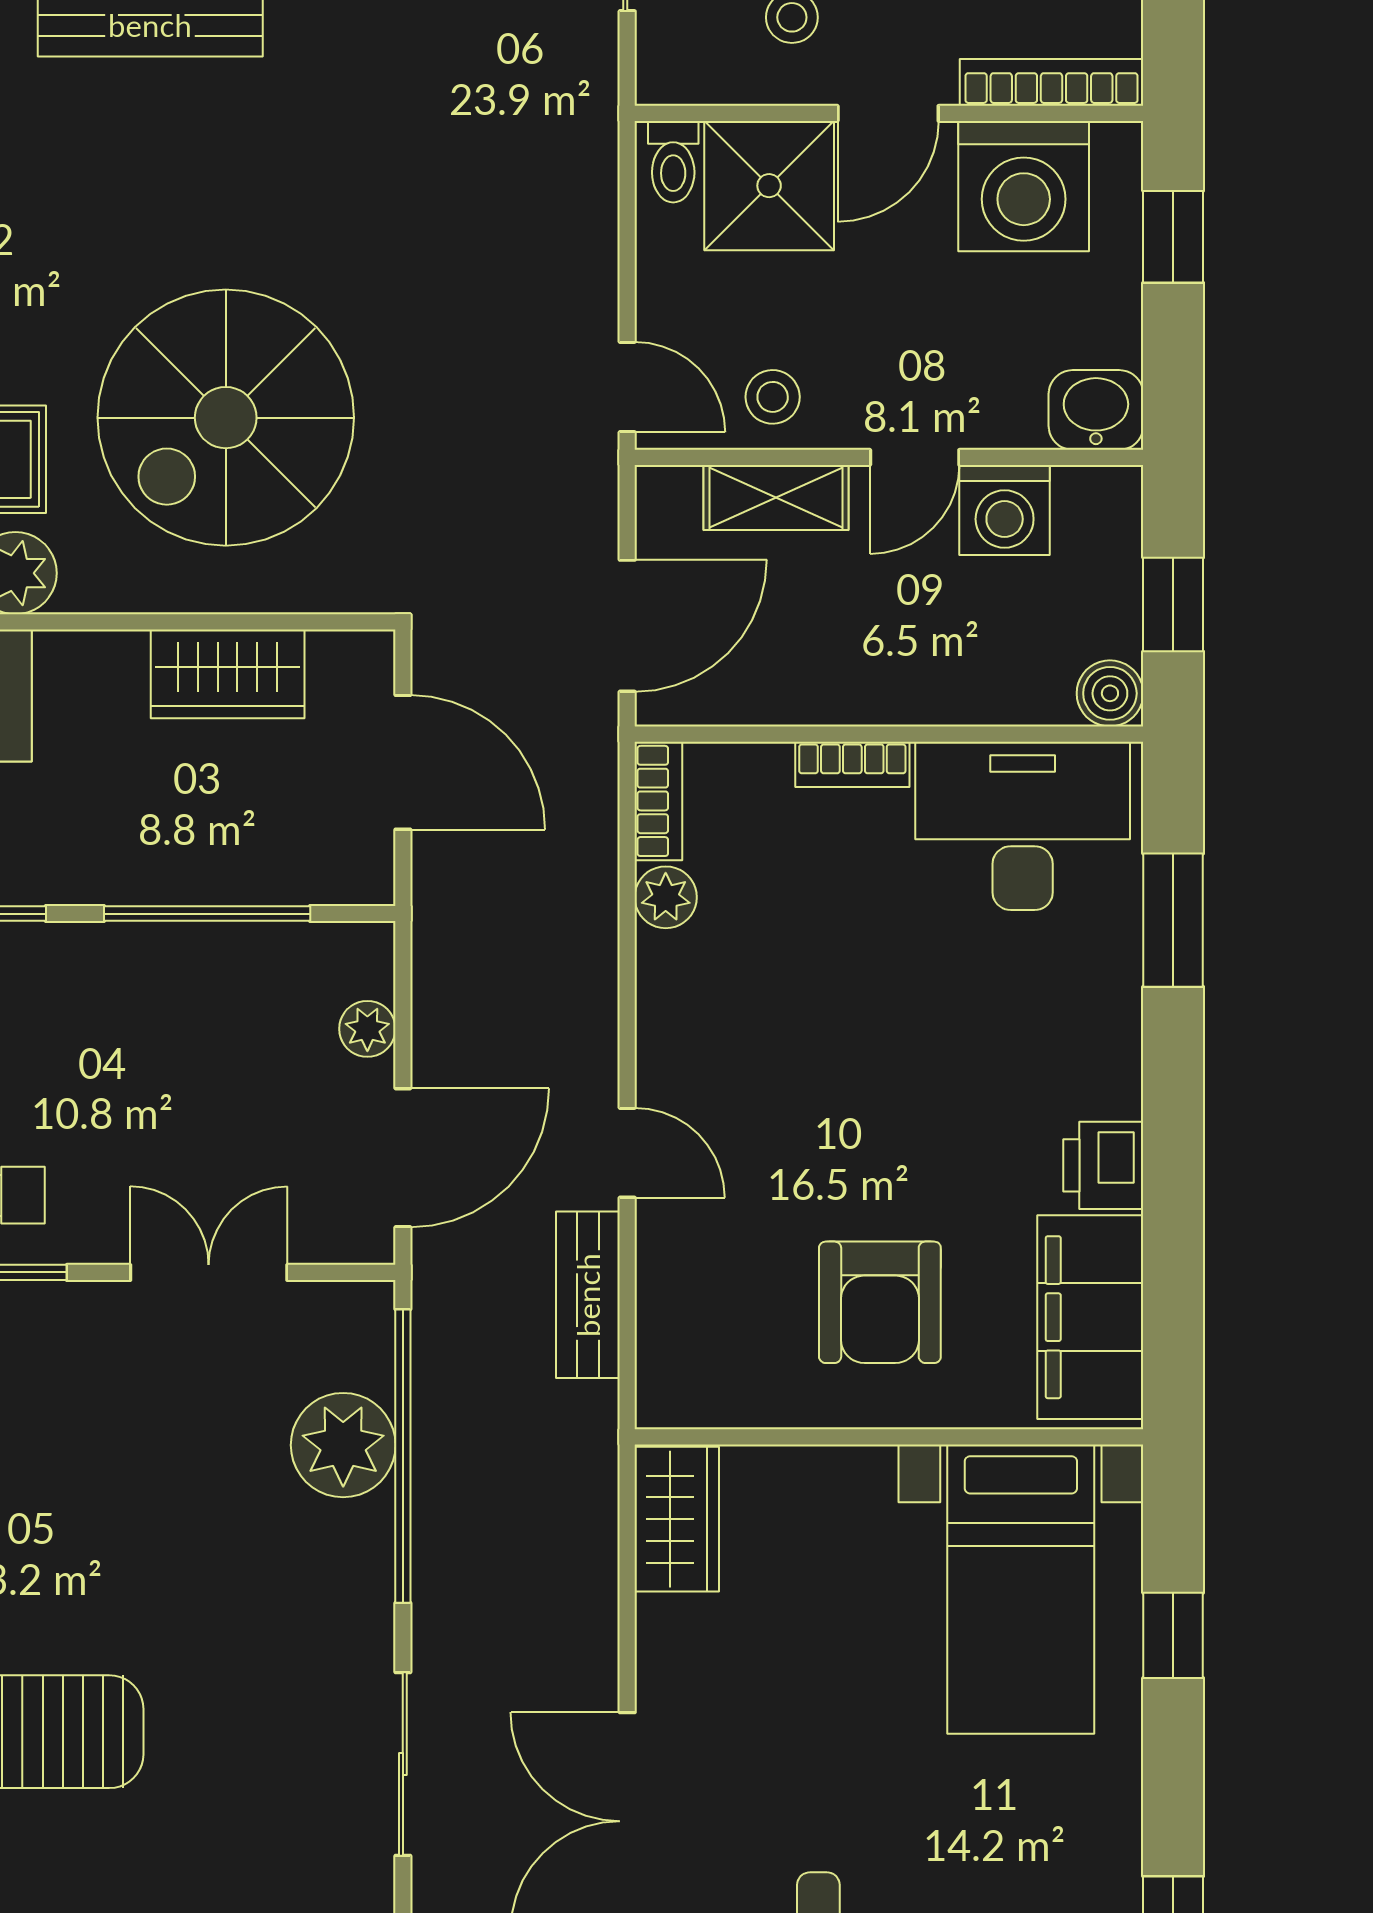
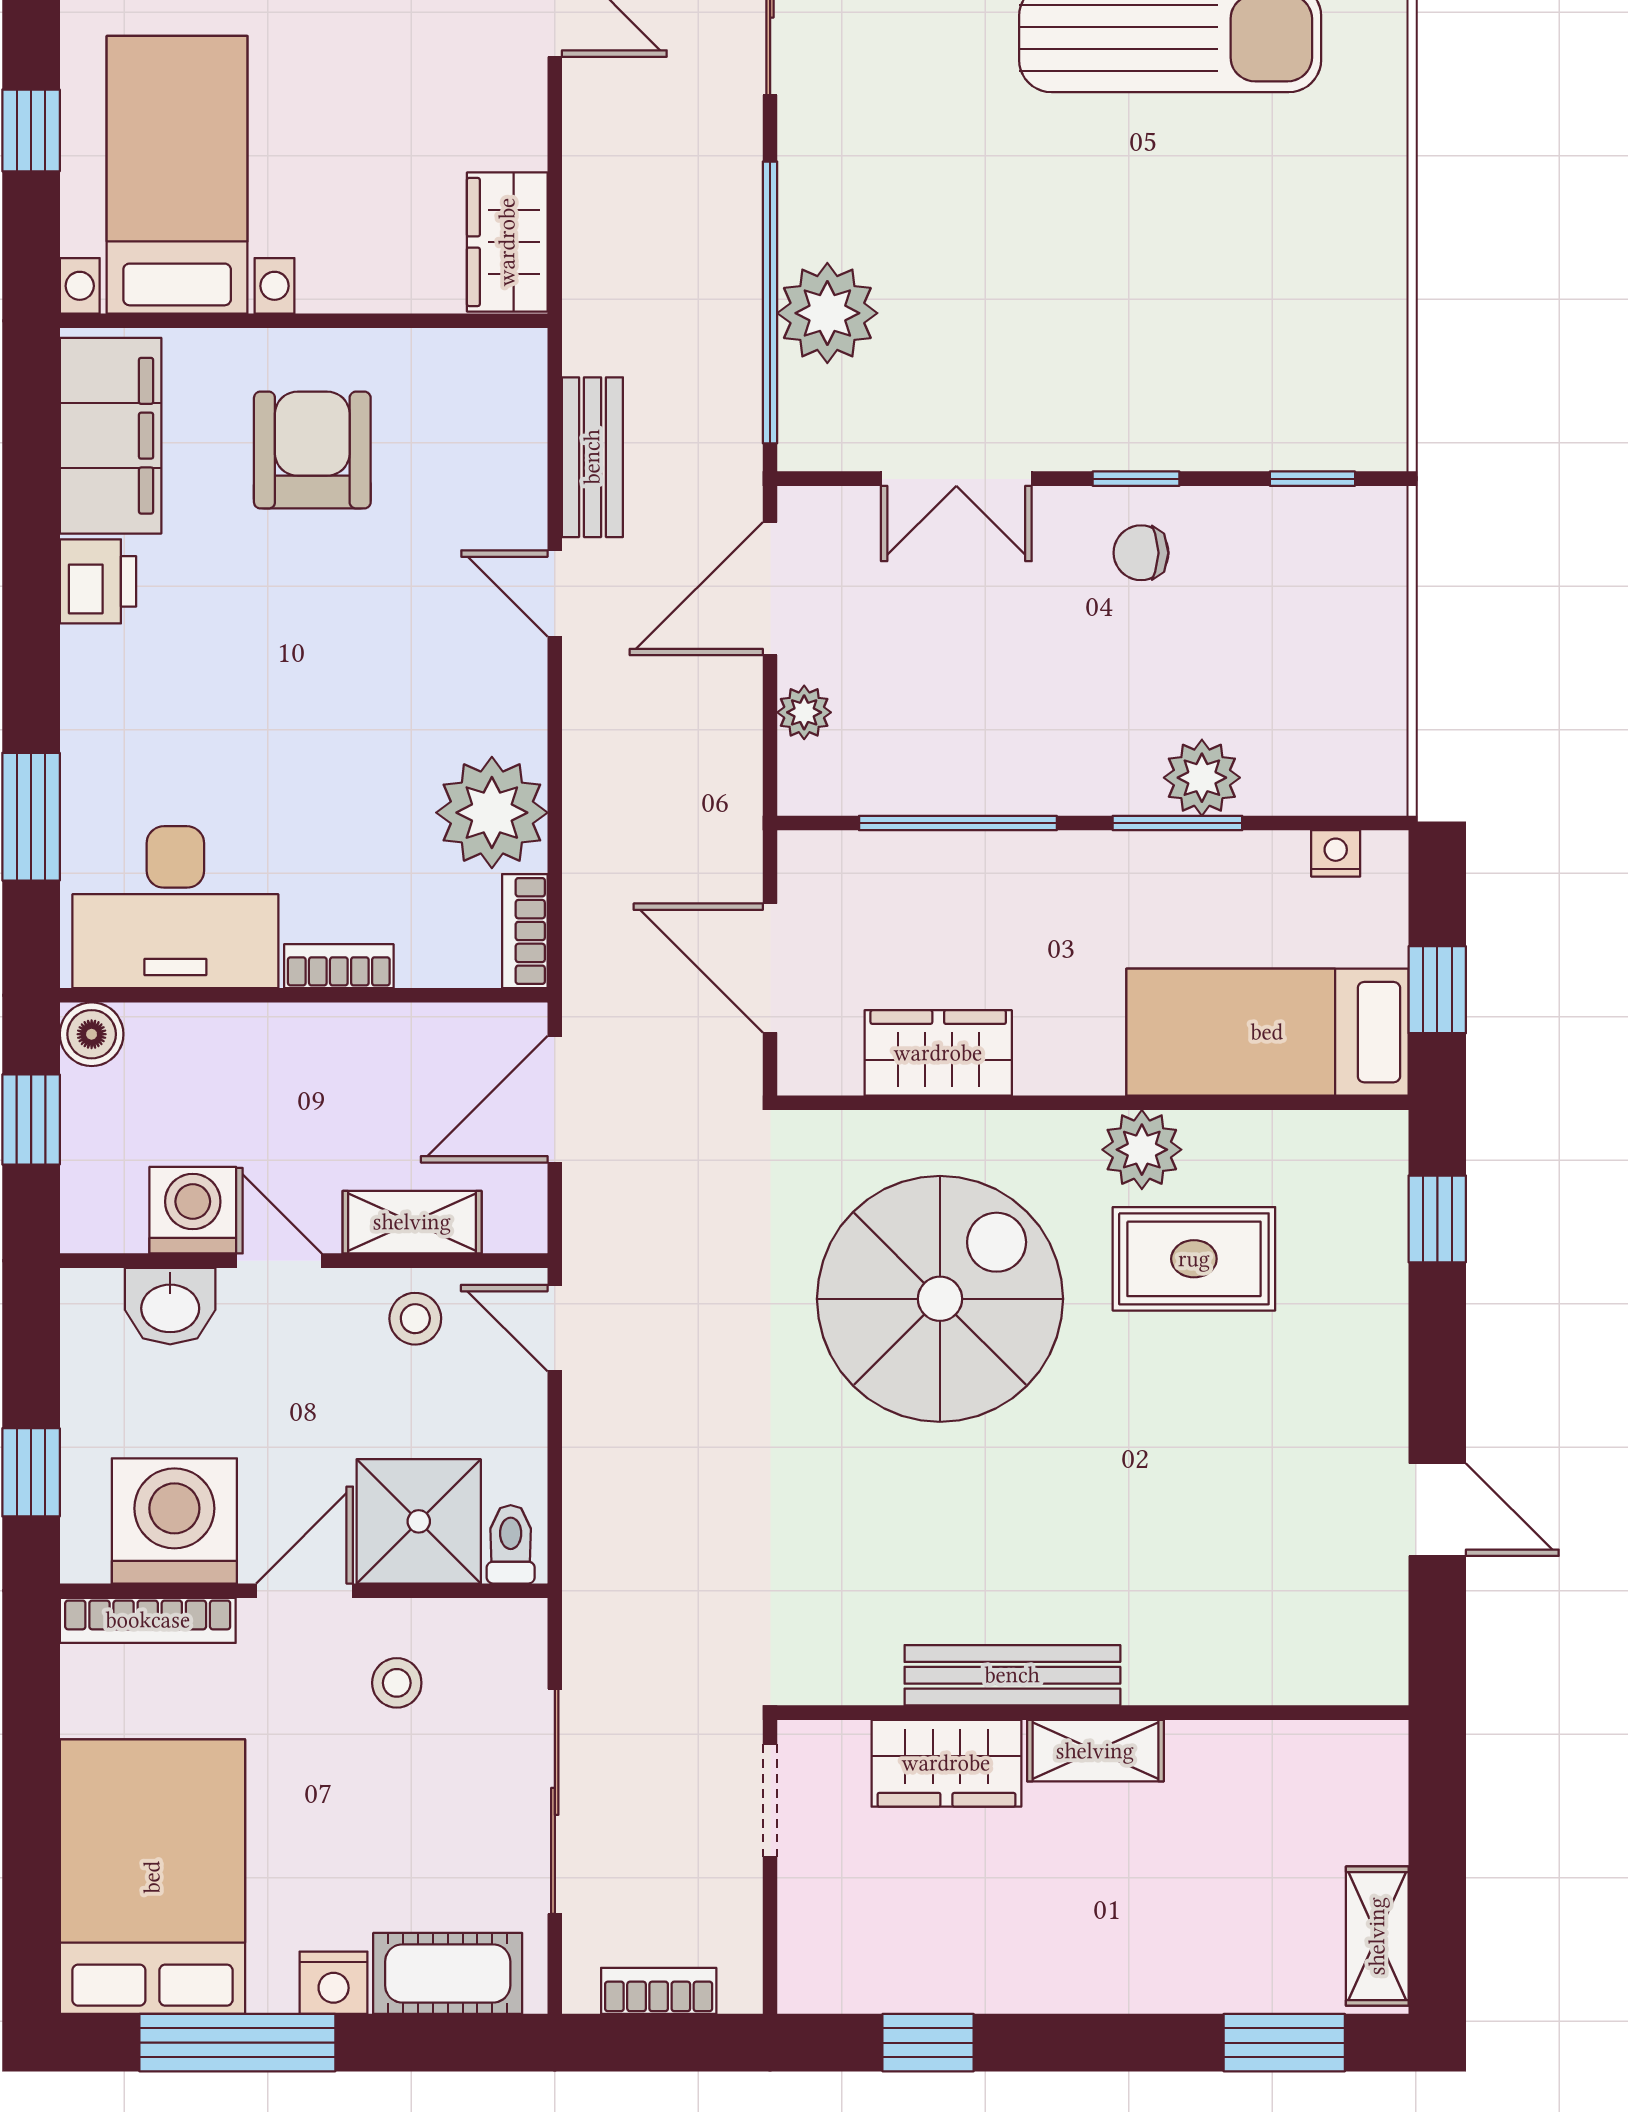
washbasin: (1096, 410) -> (170, 1306), moved
door: (915, 457) -> (279, 1261), hinge flipped
plant: (666, 897) -> (492, 813), width x1.87, depth x1.87

